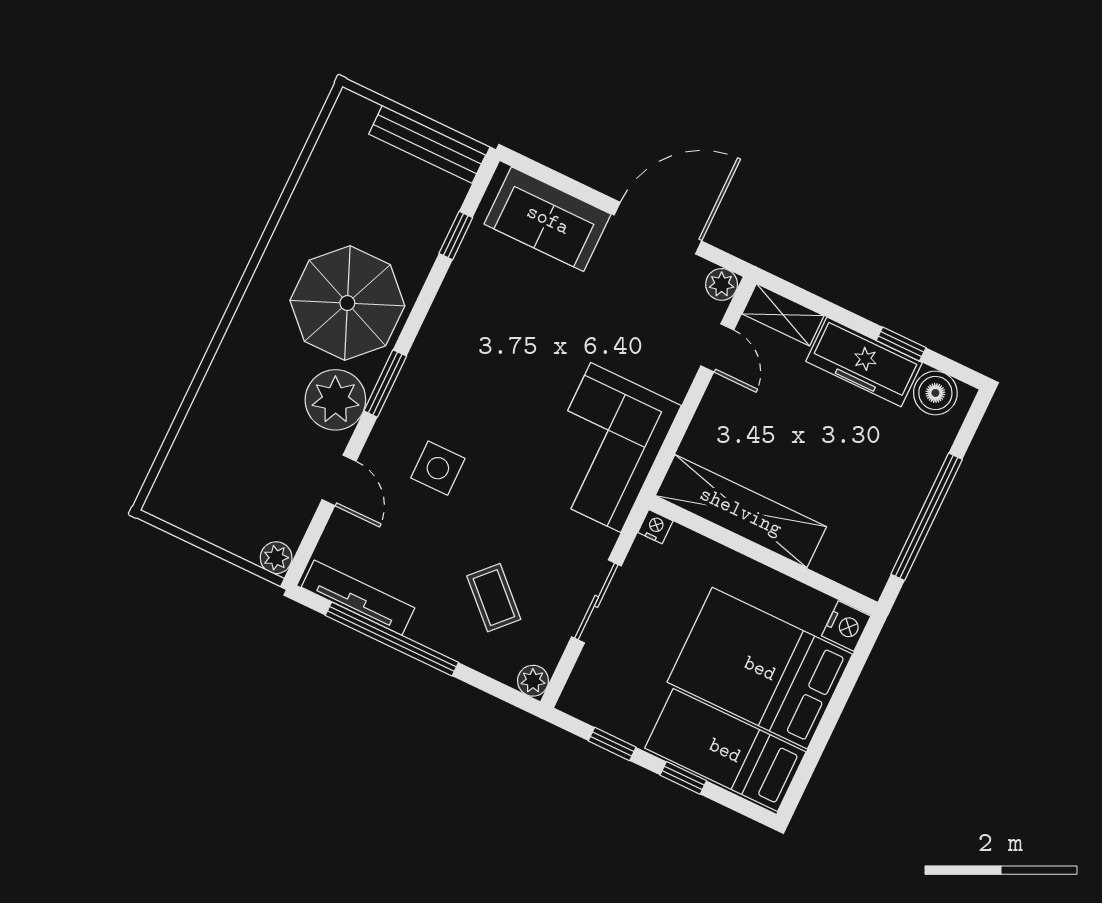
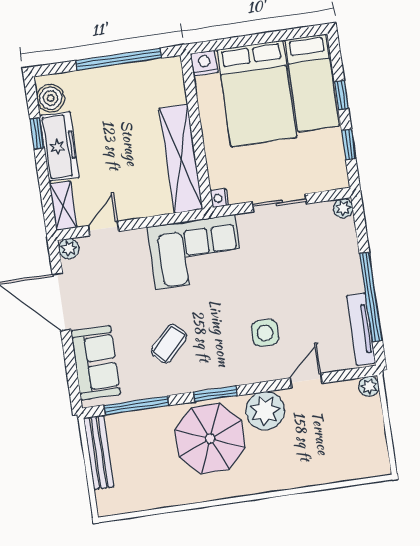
window: (456, 235) -> (137, 405), width x2.17
window: (385, 383) -> (215, 394), moved
coffee table: (494, 598) -> (169, 344), moved

